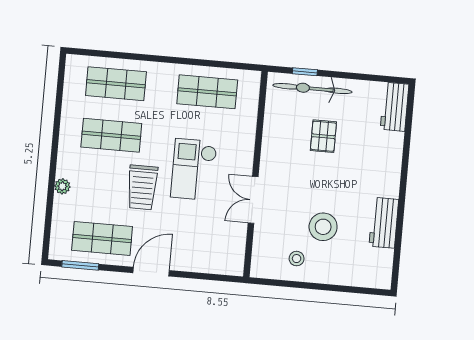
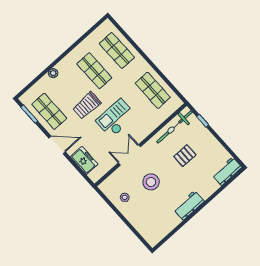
bicycle: (312, 89) -> (174, 127), moved, turned -90
workbench: (384, 223) -> (189, 205), moved
stool: (323, 227) -> (151, 182), moved
freezer: (203, 259) -> (84, 160), added

